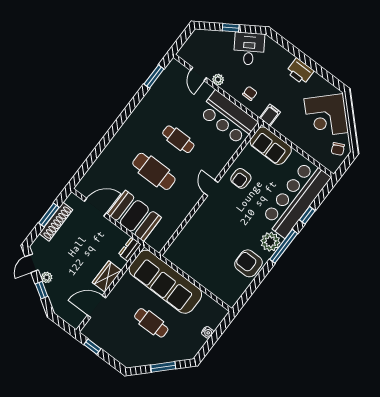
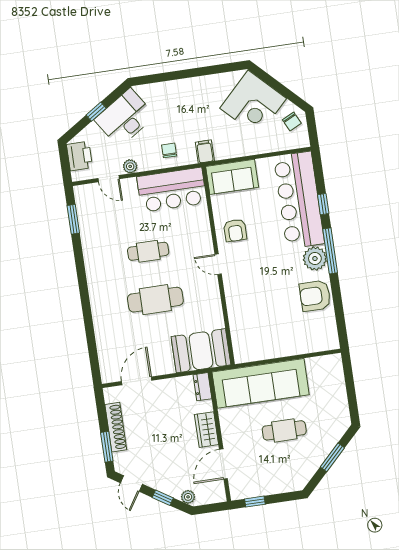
desk: (249, 49) -> (125, 118), width x1.37
printer: (300, 71) -> (80, 156), moved, turned -90
window: (49, 215) -> (107, 447), moved
booth: (134, 216) -> (201, 351), moved
plant: (47, 277) -> (188, 497), moved
water cooler: (208, 332) -> (340, 390), removed

